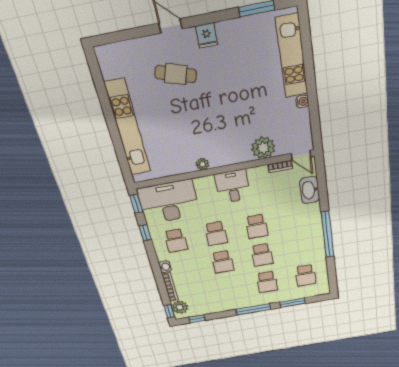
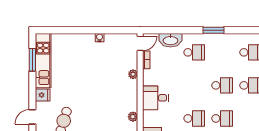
kitchen unit: (292, 56) -> (43, 61), moved, turned -90
plant: (263, 148) -> (133, 74), width x0.53, depth x0.53
school desk: (257, 226) -> (194, 52), moved
window: (327, 235) -> (214, 30), width x0.47

